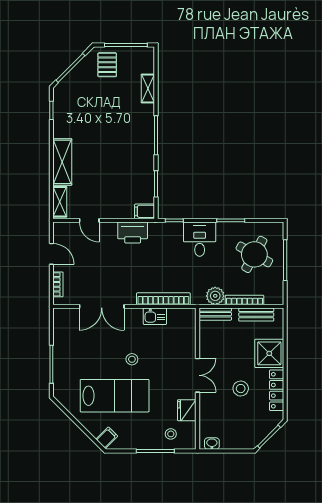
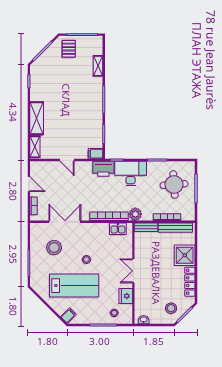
door: (89, 220) -> (67, 160), moved
printer: (133, 232) -> (103, 169), moved
desk: (200, 239) -> (131, 174), width x1.37
round table: (254, 254) -> (174, 184), turned -33
plant: (215, 296) -> (135, 214), moved
double door: (102, 306) -> (65, 222), swing flipped
bench: (256, 315) -> (175, 228), width x1.36
kitchen sink: (155, 316) -> (118, 229), moved
stool: (87, 343) -> (54, 248), added
double door: (198, 375) -> (133, 271), swing flipped
stool: (241, 389) -> (171, 308), moved

